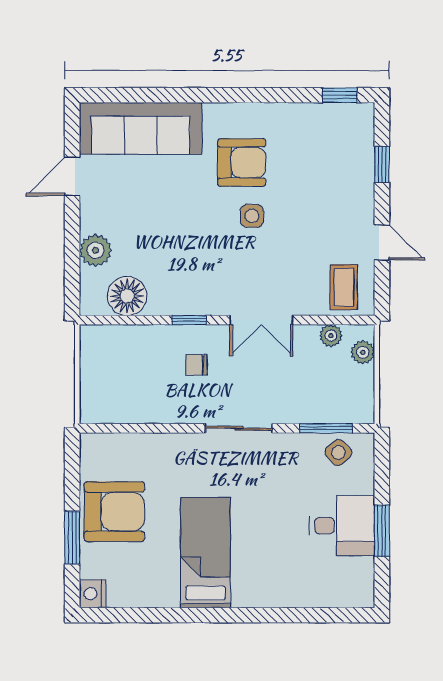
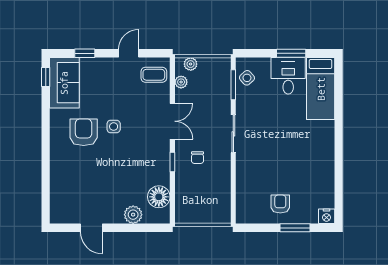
sofa: (141, 128) -> (64, 83), moved, width x0.73
armchair: (114, 512) -> (280, 204), width x0.53, depth x0.53
bed: (205, 553) -> (321, 89), moved, turned -90

